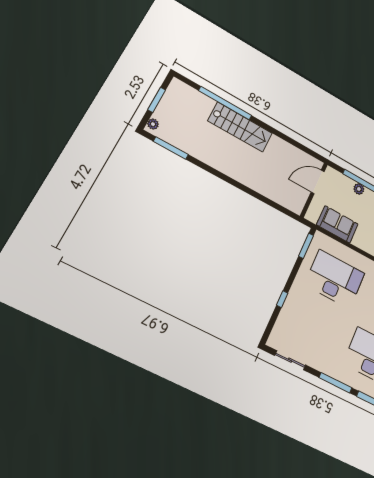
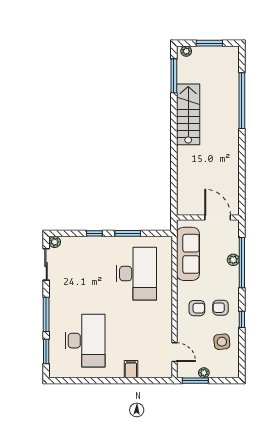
stairs: (240, 127) -> (188, 114), moved, turned 180
sofa: (337, 224) -> (188, 254), width x1.36
window: (306, 246) -> (128, 233), moved
plant: (273, 342) -> (55, 242), added

